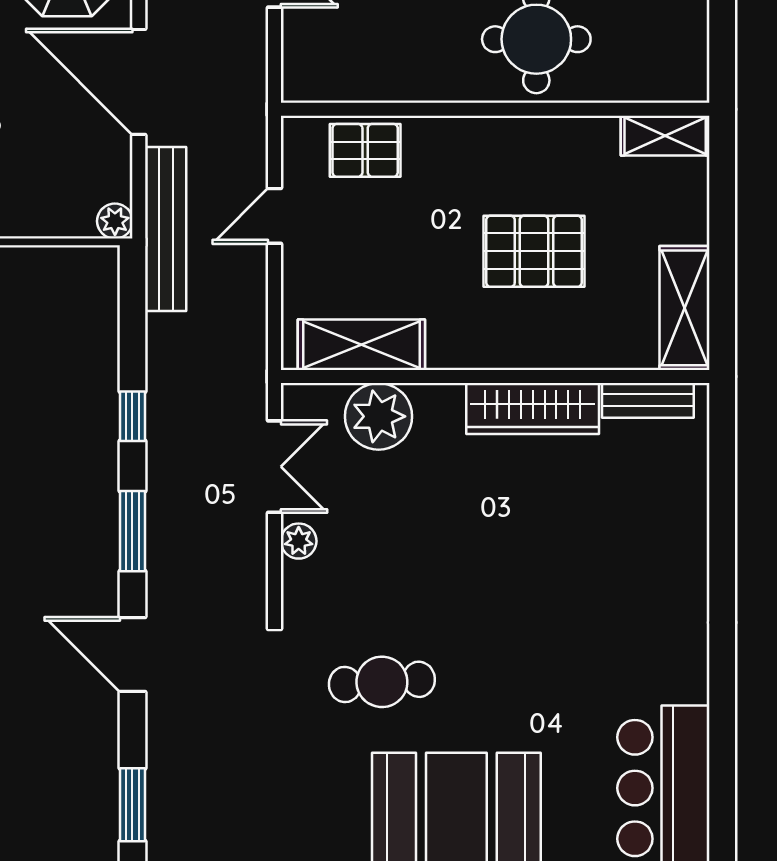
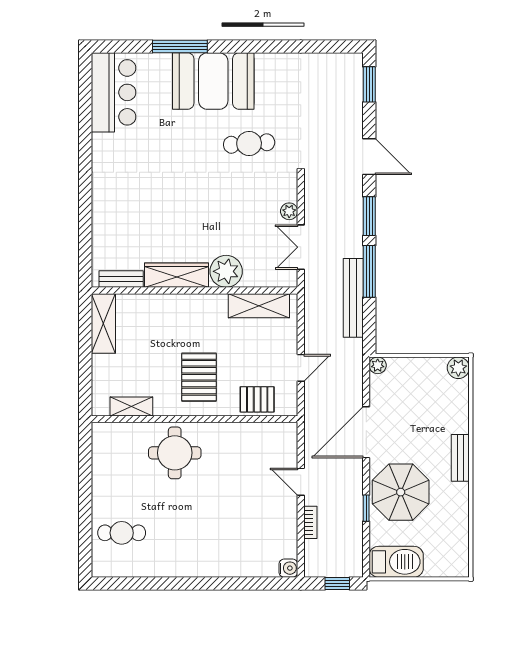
door: (139, 82) -> (366, 432), swing flipped
shelving: (665, 136) -> (131, 406), moved
bench: (166, 229) -> (353, 298), moved
pallet: (534, 251) -> (199, 377), moved, turned 90
window: (132, 416) -> (369, 271), width x2.17
plant: (379, 416) -> (226, 271), moved

